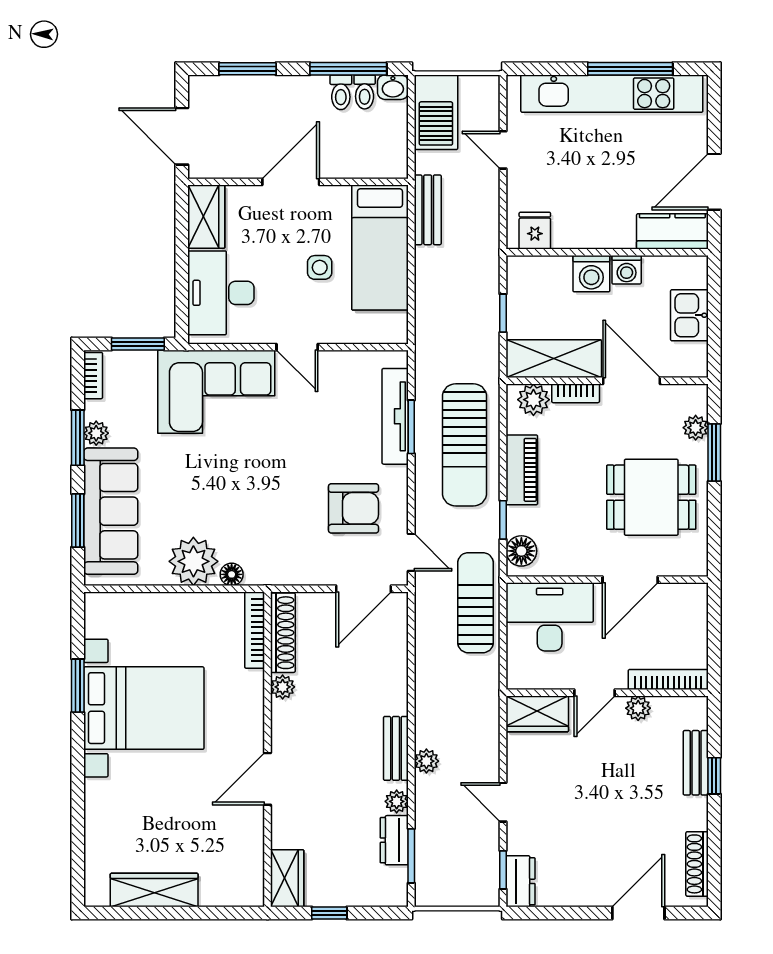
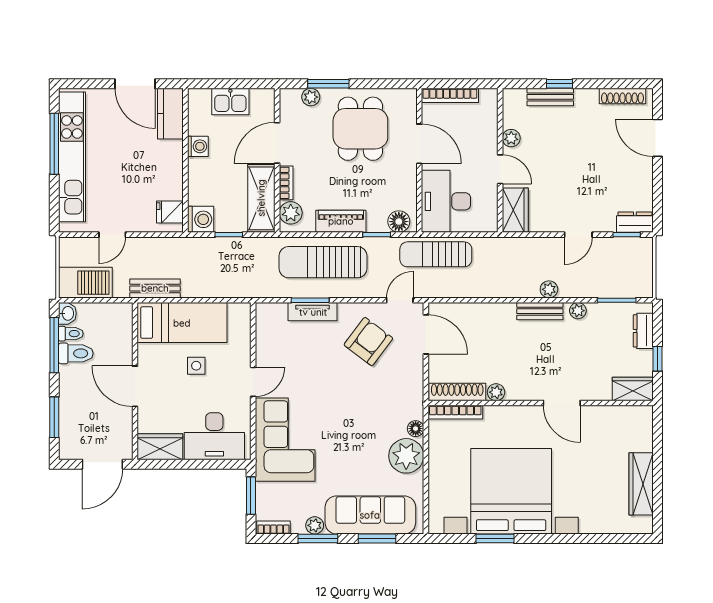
toilet: (341, 92) -> (76, 353), width x1.37, depth x1.39
washing machine: (591, 274) -> (201, 219), moved
tv unit: (395, 416) -> (313, 312), width x0.71
sun lounger: (464, 445) -> (323, 262), turned 180
armchair: (353, 508) -> (368, 341), turned 37
bookcase: (668, 680) -> (450, 95), moved, turned -90
bed with nightstands: (144, 708) -> (511, 491), width x1.36
dresser: (394, 840) -> (643, 331), moved, turned 90

